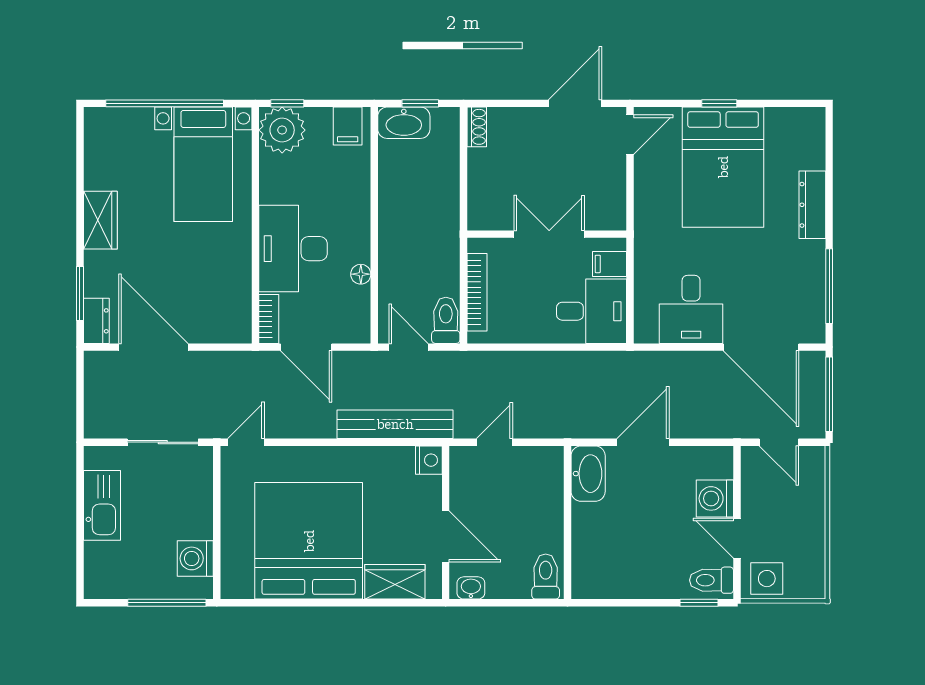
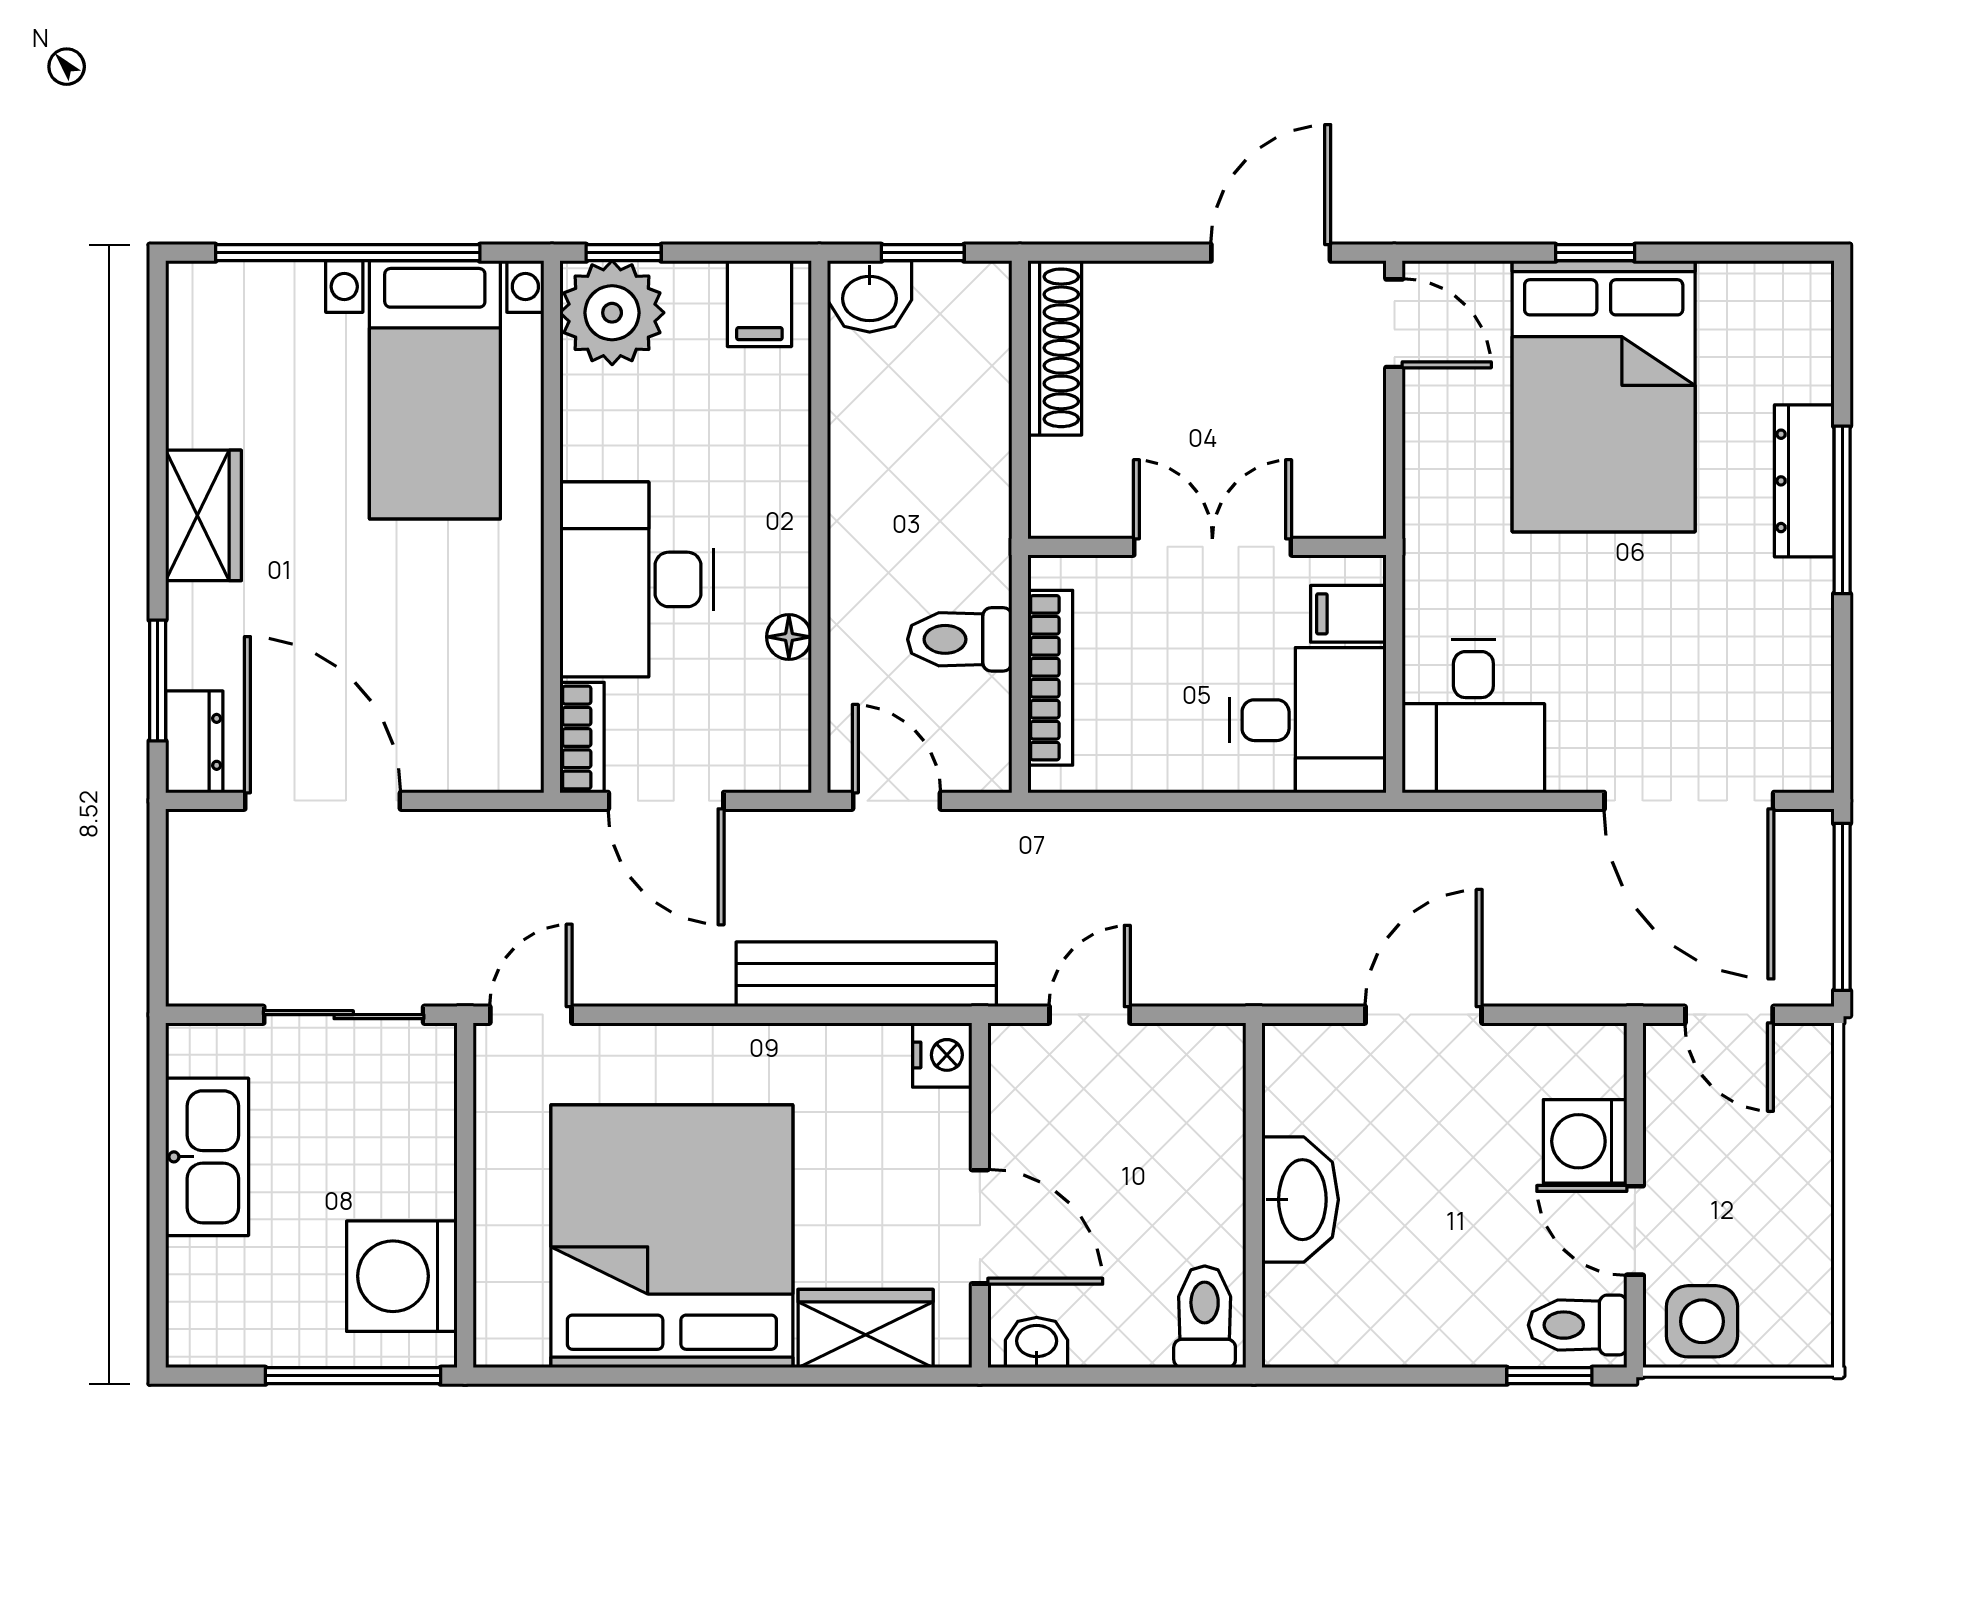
washbasin: (404, 123) -> (870, 296), width x0.72
shoe rack: (477, 127) -> (1055, 348), width x1.94, depth x1.24
door: (630, 135) -> (1394, 323), hinge flipped
window: (829, 286) -> (1842, 510), moved
desk: (691, 309) -> (1473, 716), moved
toilet: (446, 320) -> (960, 639), moved, turned -90
washbasin: (588, 474) -> (1300, 1200), moved
washing machine: (195, 558) -> (402, 1276), width x1.37, depth x1.37

